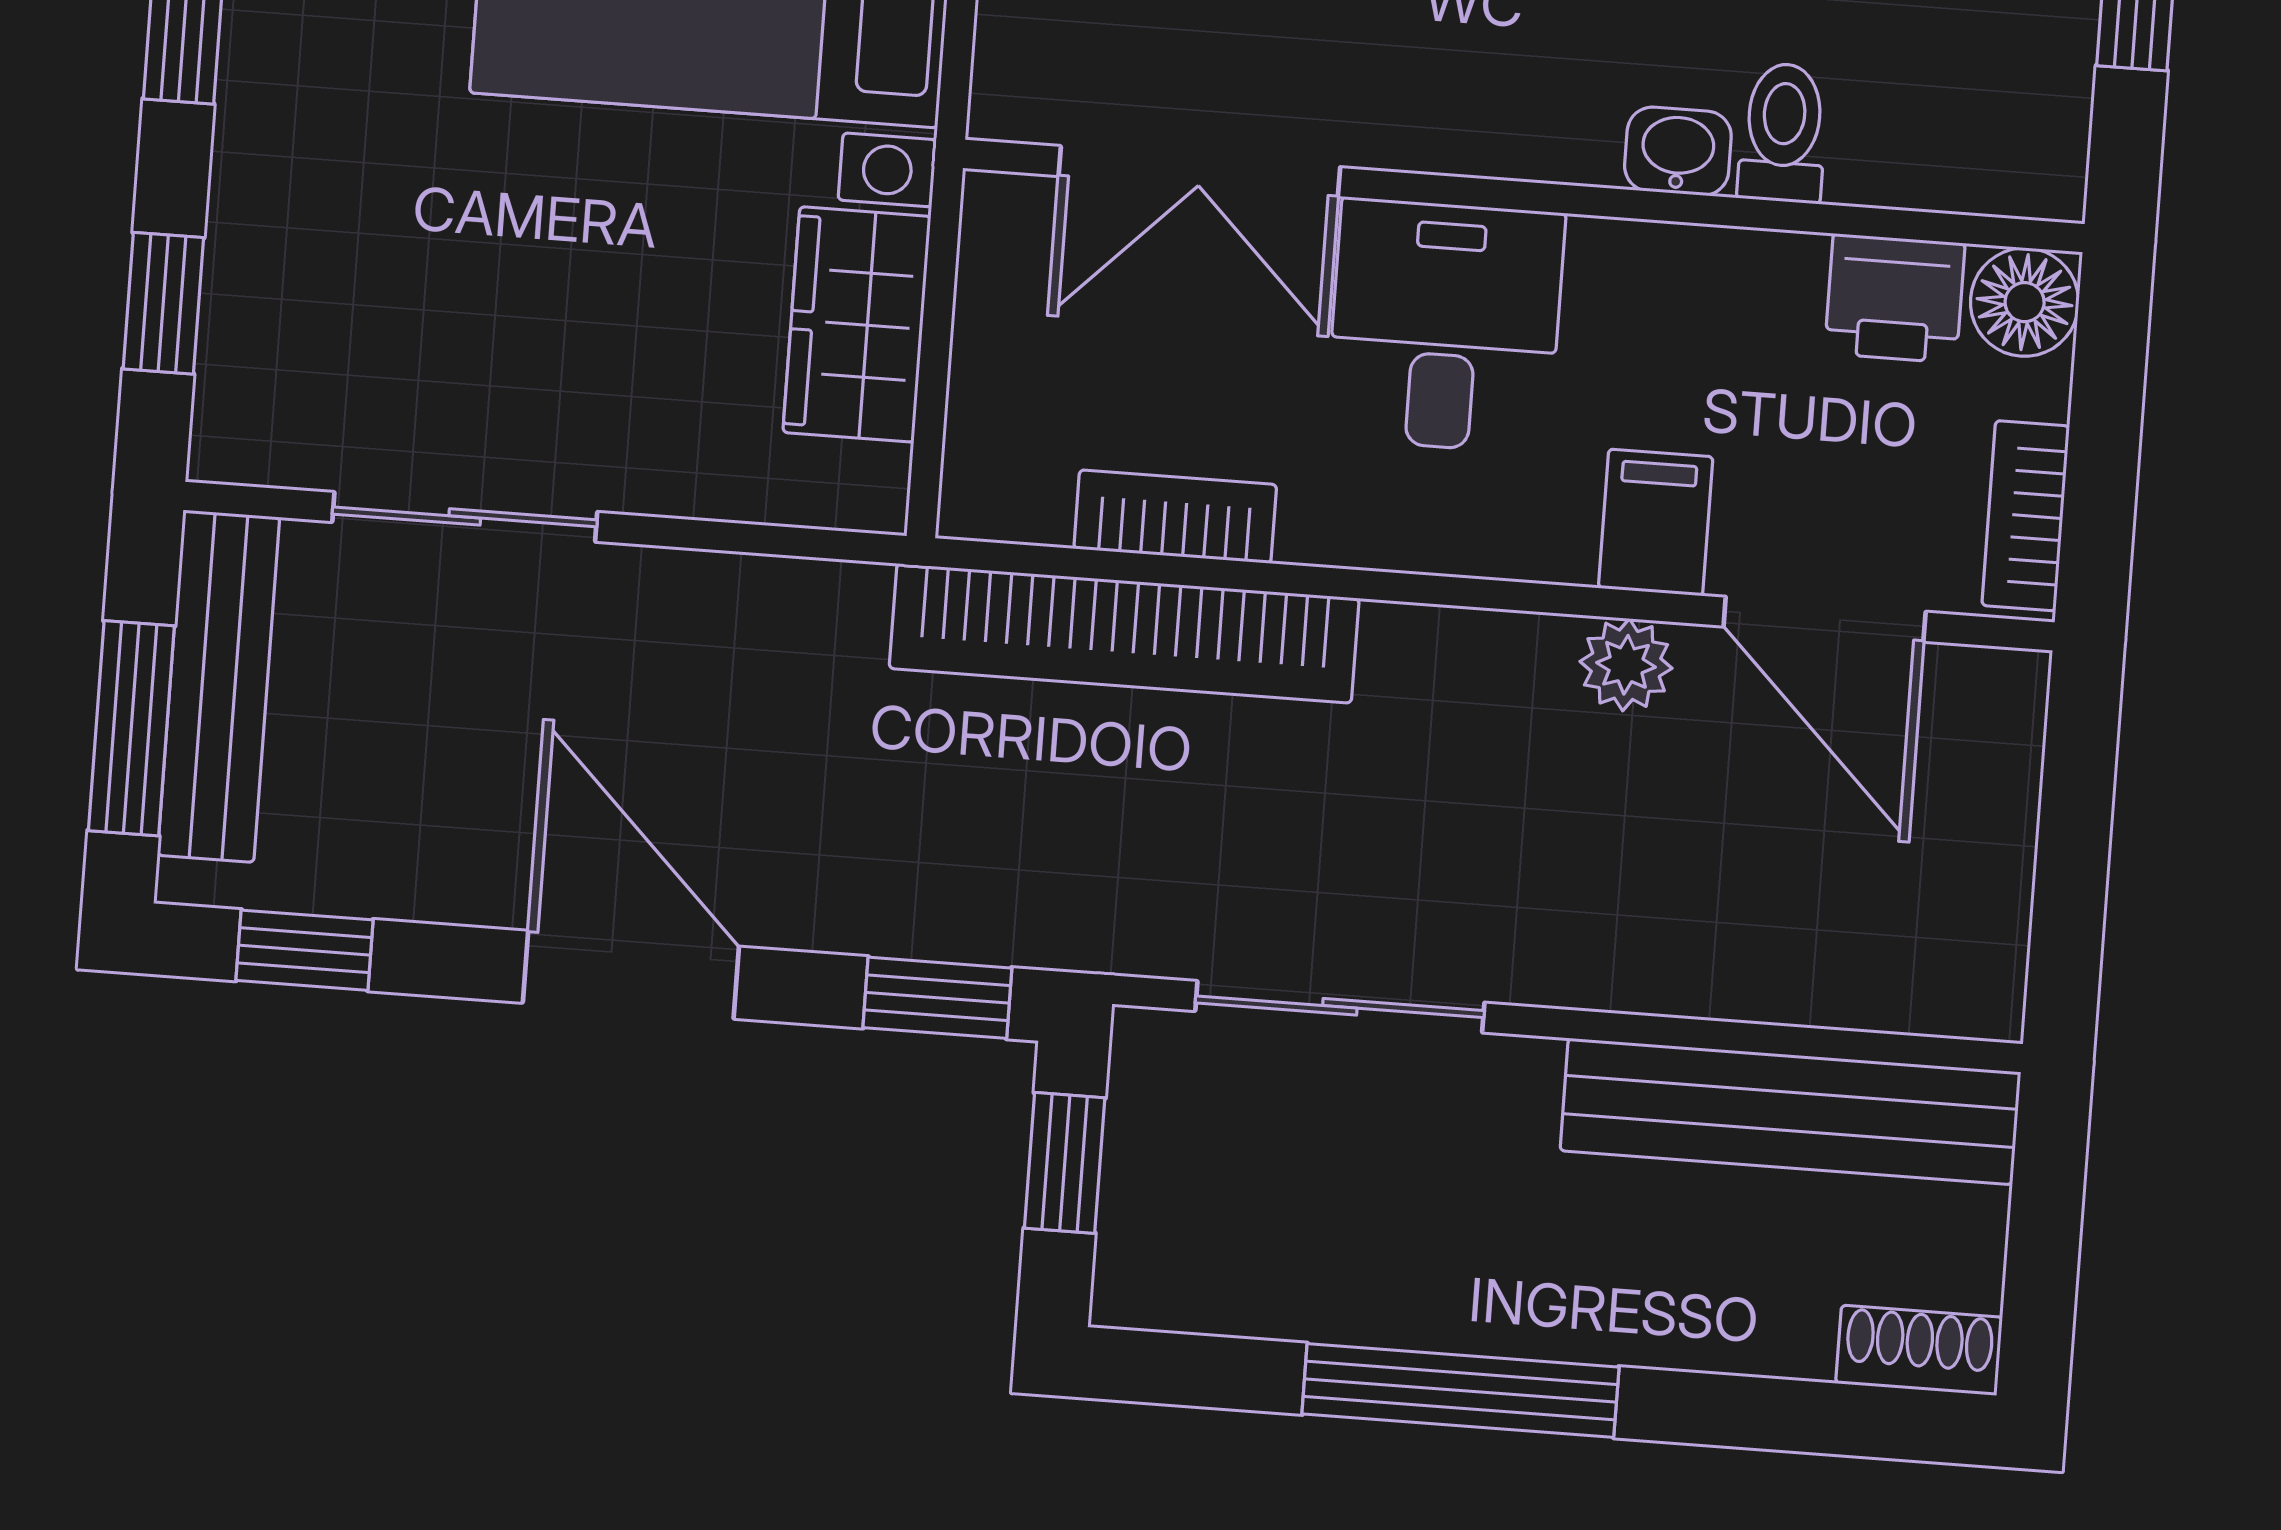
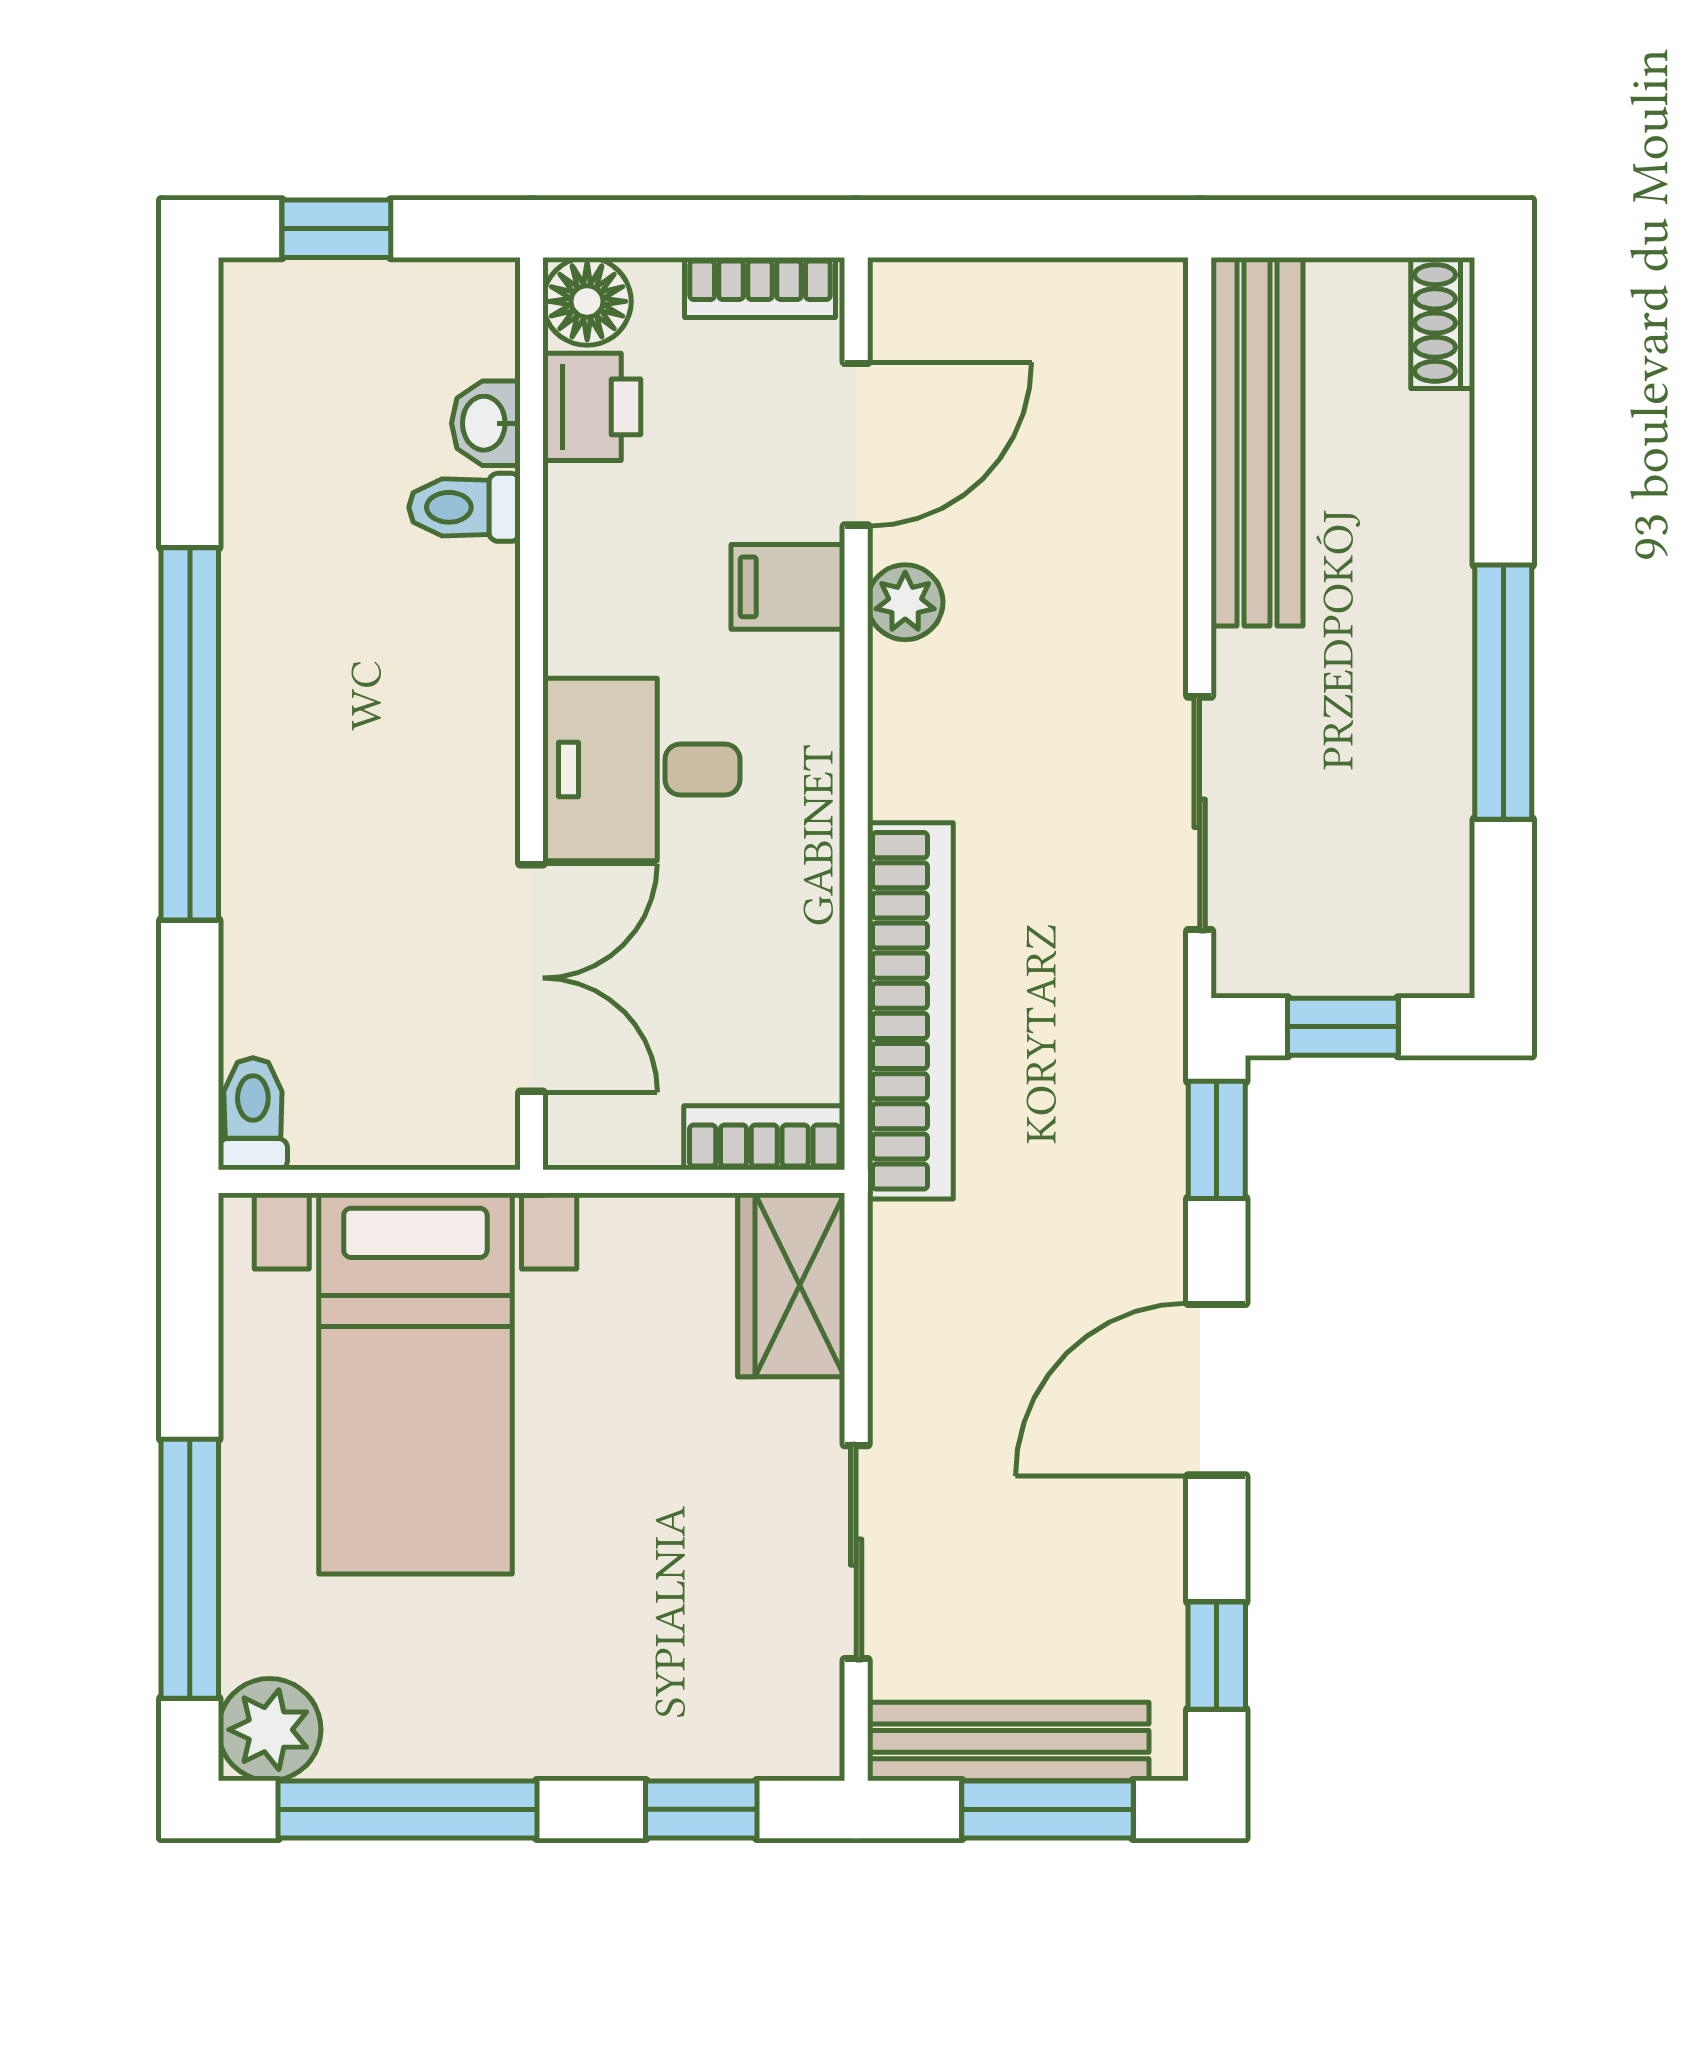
washbasin: (1678, 151) -> (486, 423), moved
wardrobe: (857, 324) -> (791, 1285), moved, turned 90
bookcase: (1175, 517) -> (764, 1138), moved, turned 90

